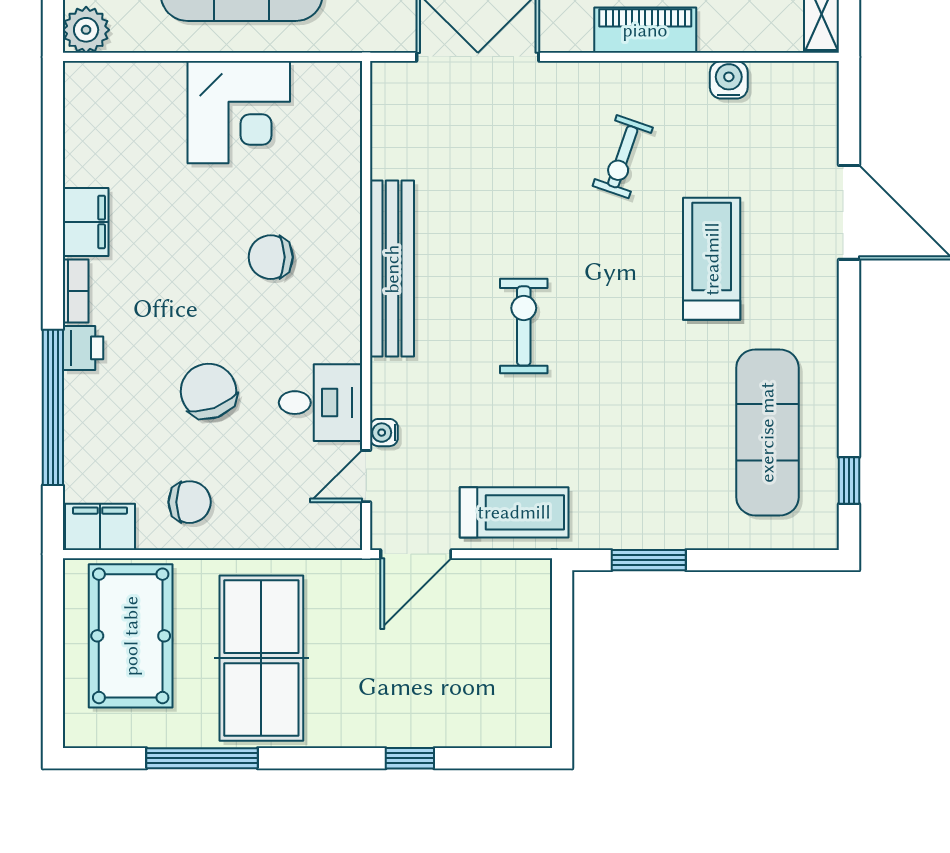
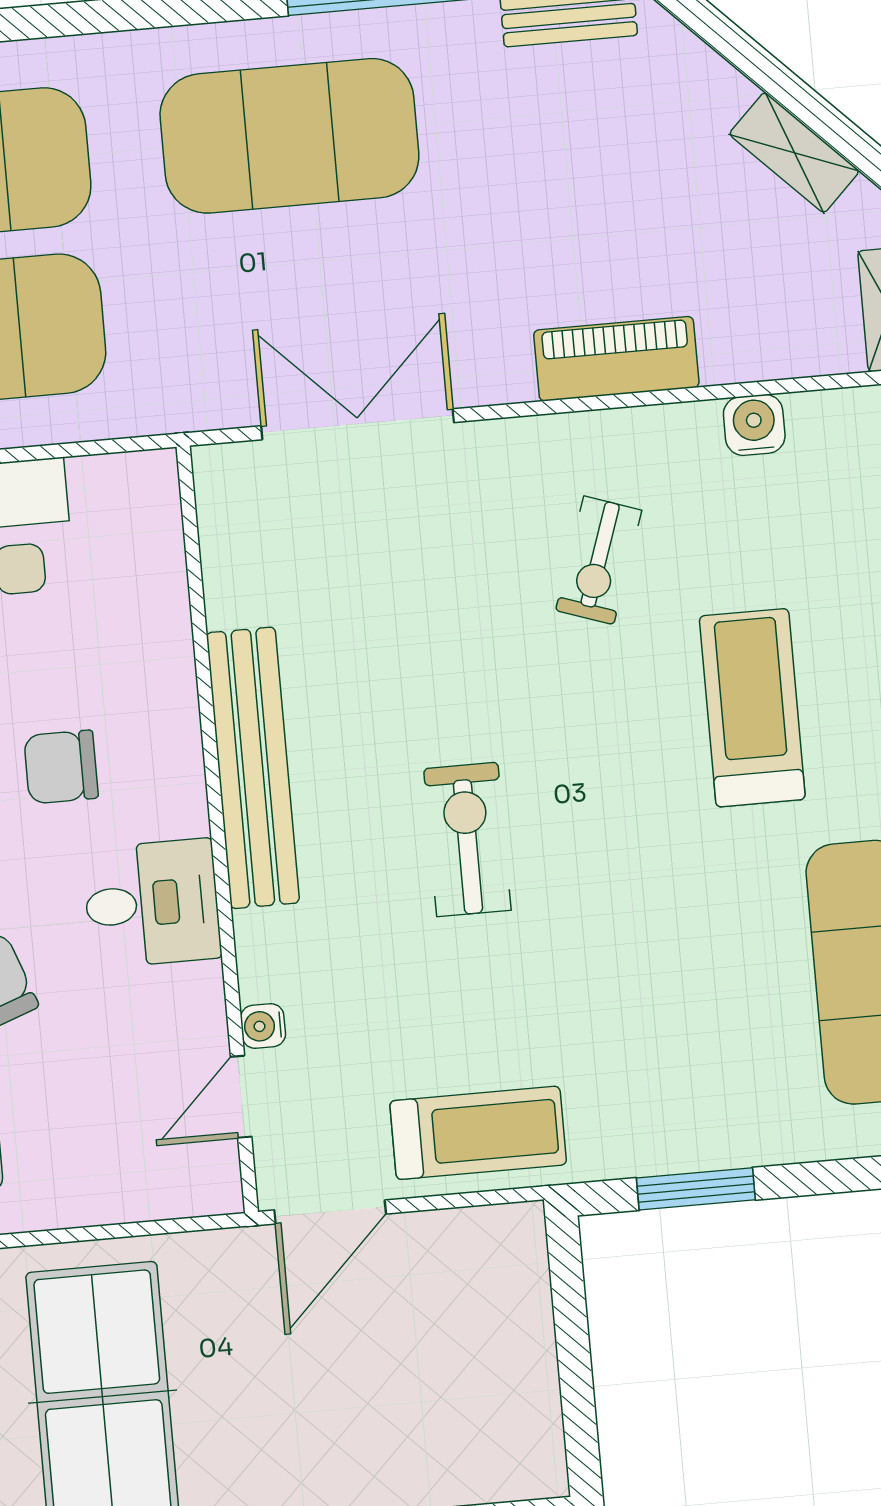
desk: (321, 403) -> (152, 903), moved

